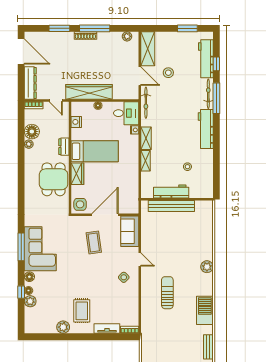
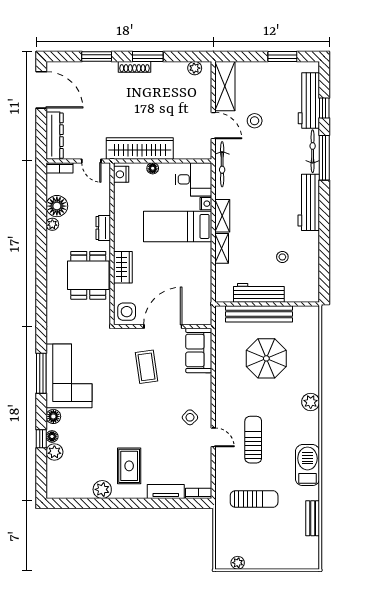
window: (95, 28) -> (148, 56), width x0.69
nightstand: (76, 122) -> (121, 174), moved
bed: (95, 151) -> (178, 226), moved, turned 180
parasol: (176, 237) -> (266, 358), added
door: (140, 260) -> (213, 437), moved
sun lounger: (168, 334) -> (254, 499), added

